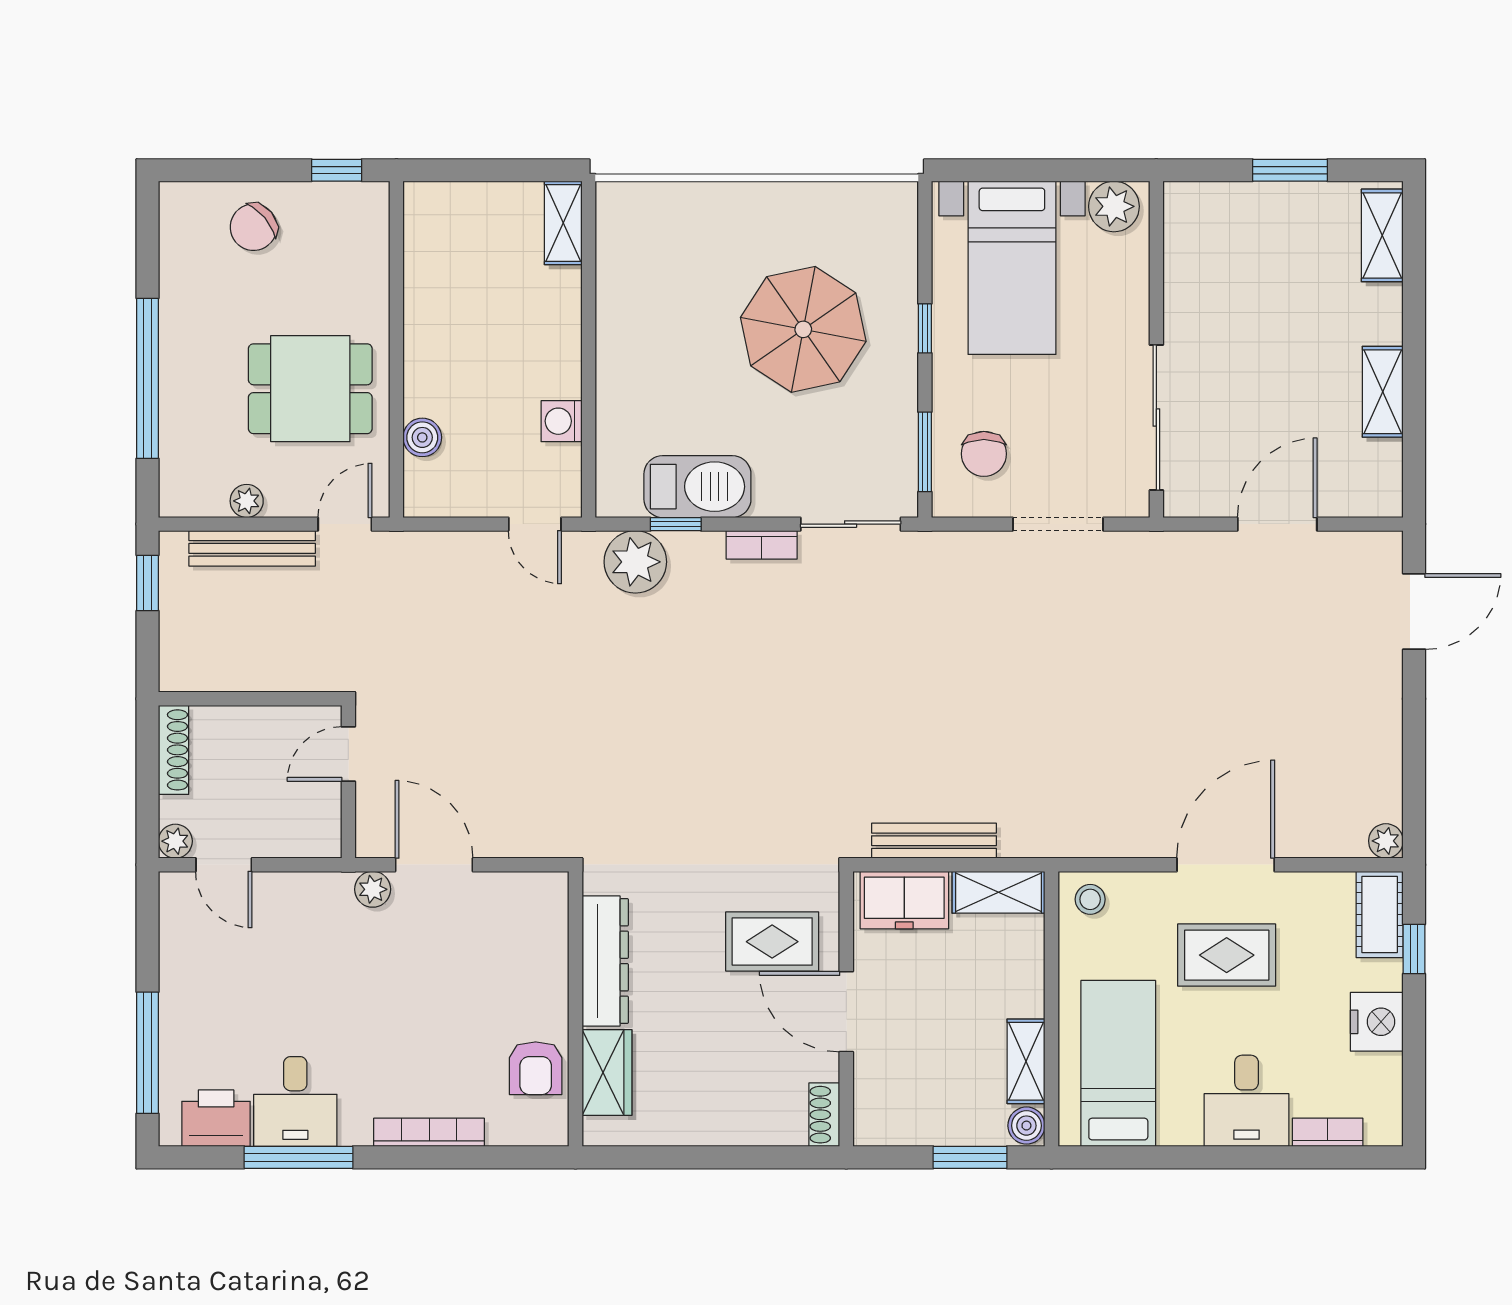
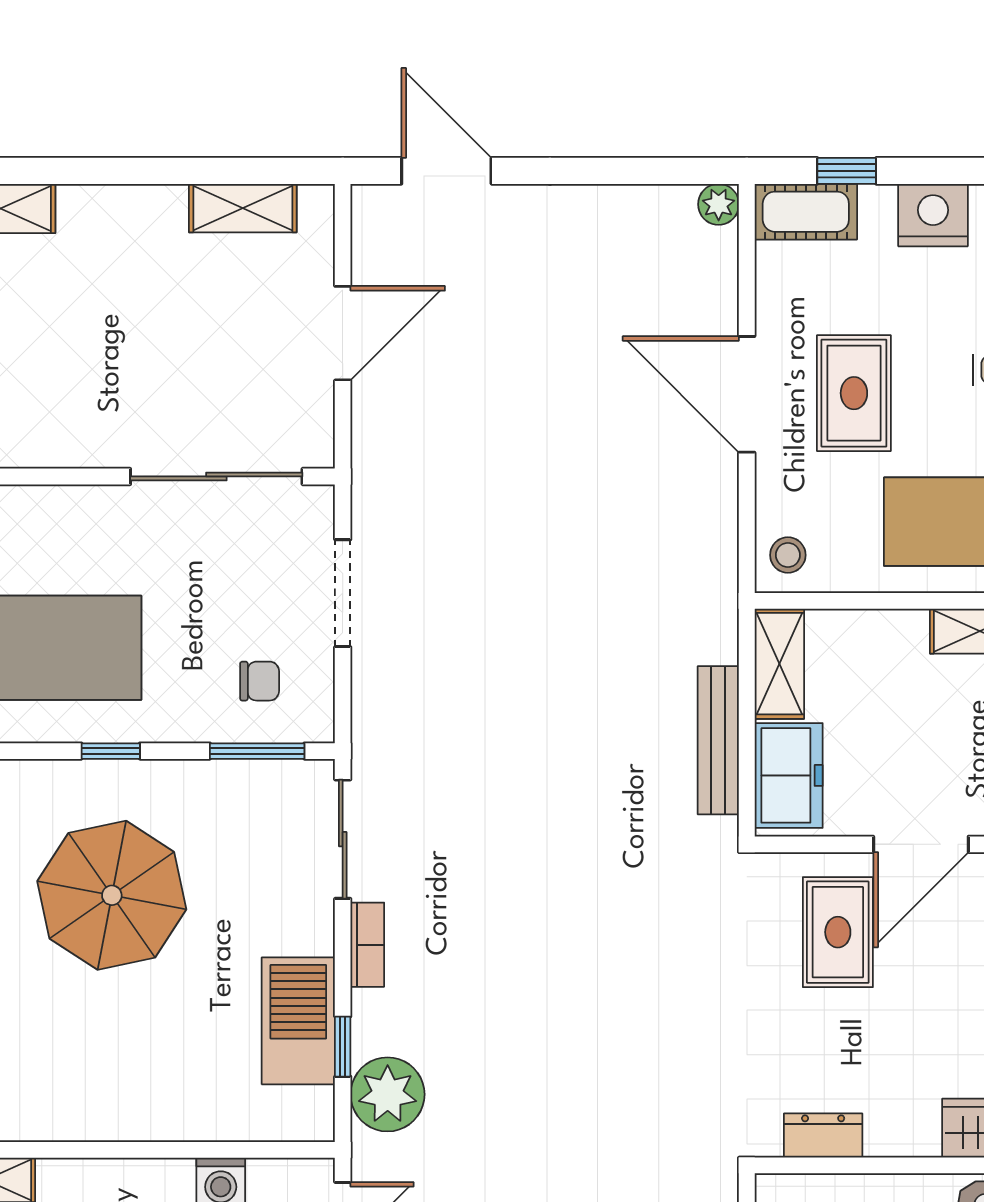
shelving: (1383, 392) -> (243, 208), moved
chair: (984, 454) -> (260, 681), width x0.73, depth x0.73
door: (1277, 524) -> (343, 333), swing flipped
dresser: (605, 961) -> (823, 1136), width x0.51, depth x0.80

